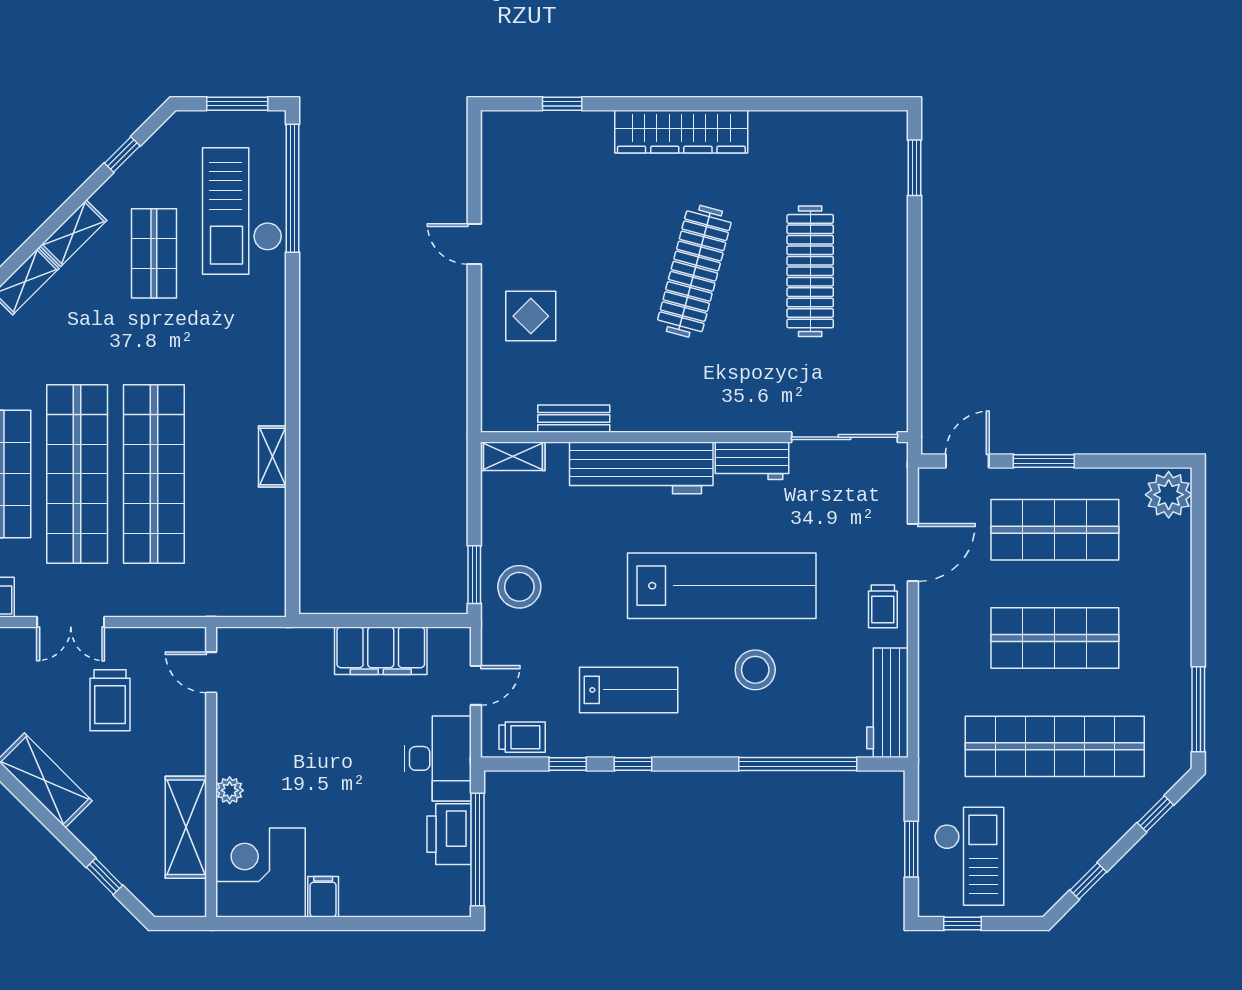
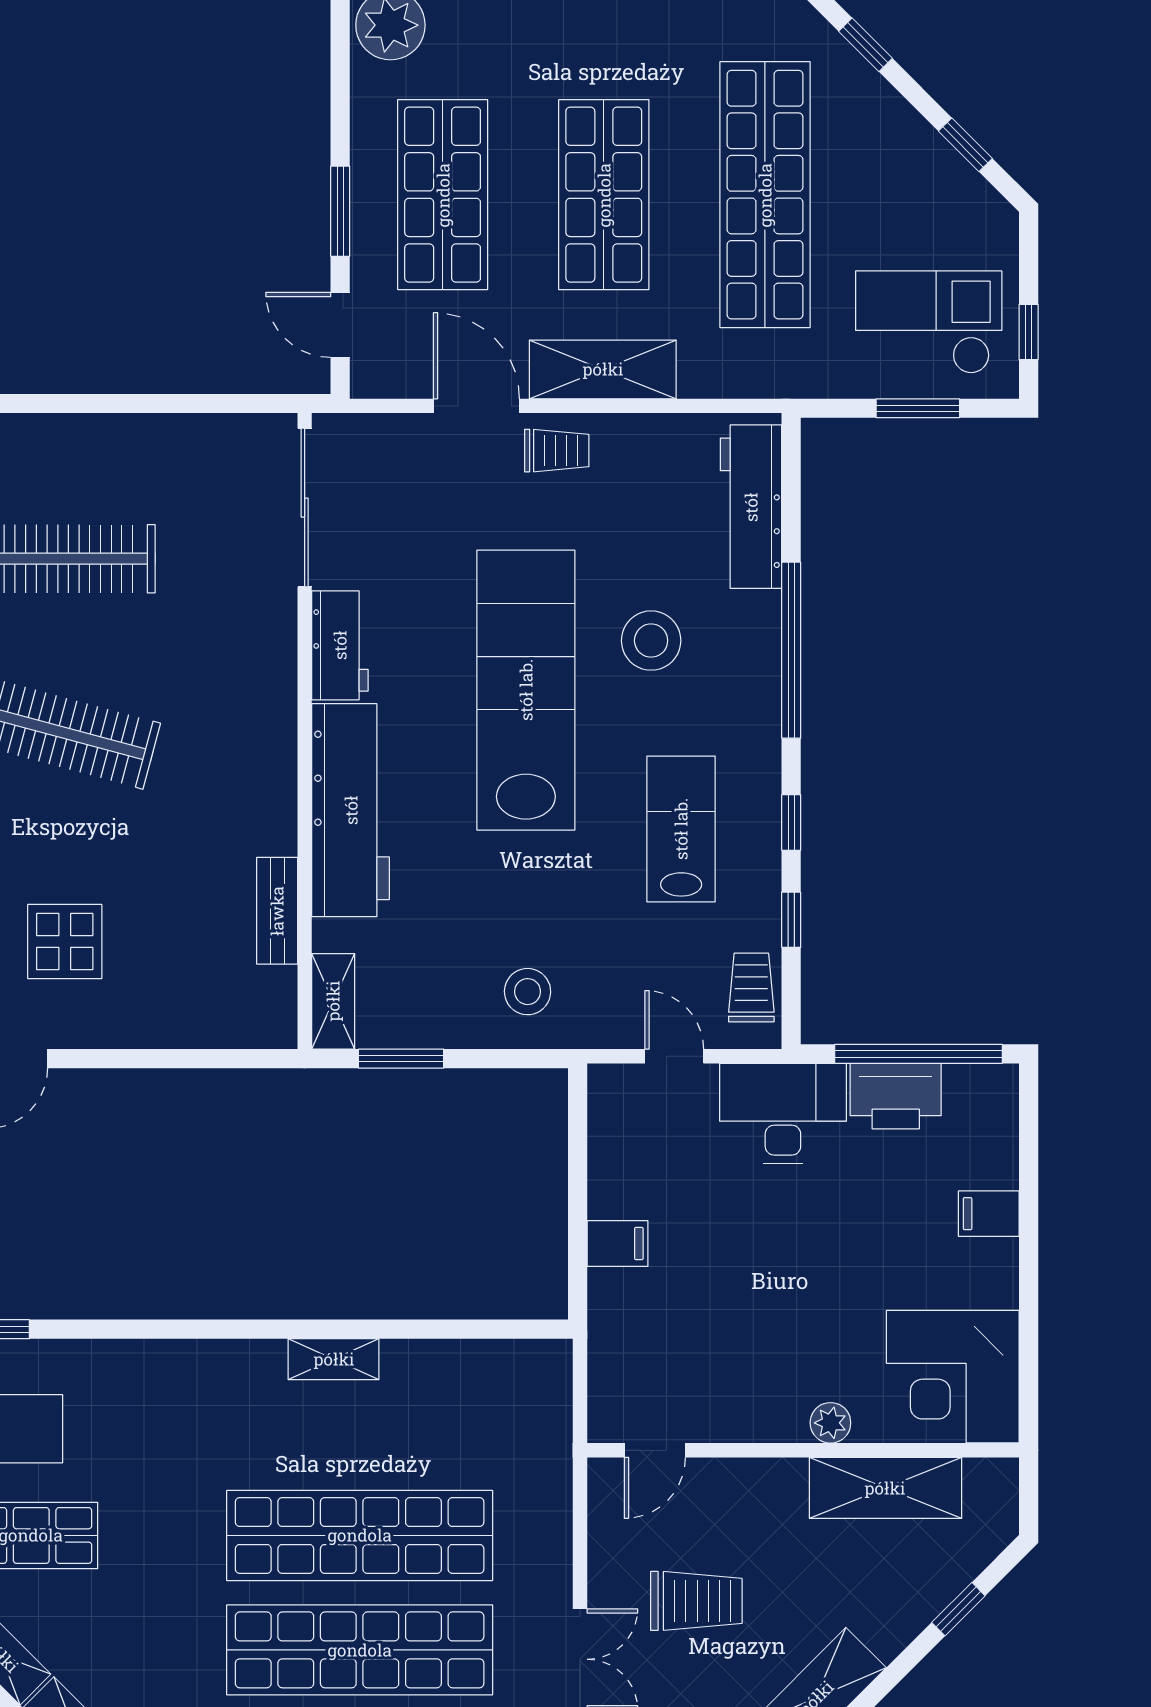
display table: (531, 316) -> (65, 942), moved
window: (474, 575) -> (401, 1059), moved
stool: (519, 587) -> (528, 992), width x0.73, depth x0.73
shelving: (937, 637) -> (603, 369), added
filing cabinet: (381, 651) -> (618, 1244), width x0.33, depth x0.86
workbench: (887, 703) -> (751, 507), moved, turned 90
window: (798, 764) -> (791, 650), moved
filing cabinet: (323, 897) -> (989, 1214), moved

